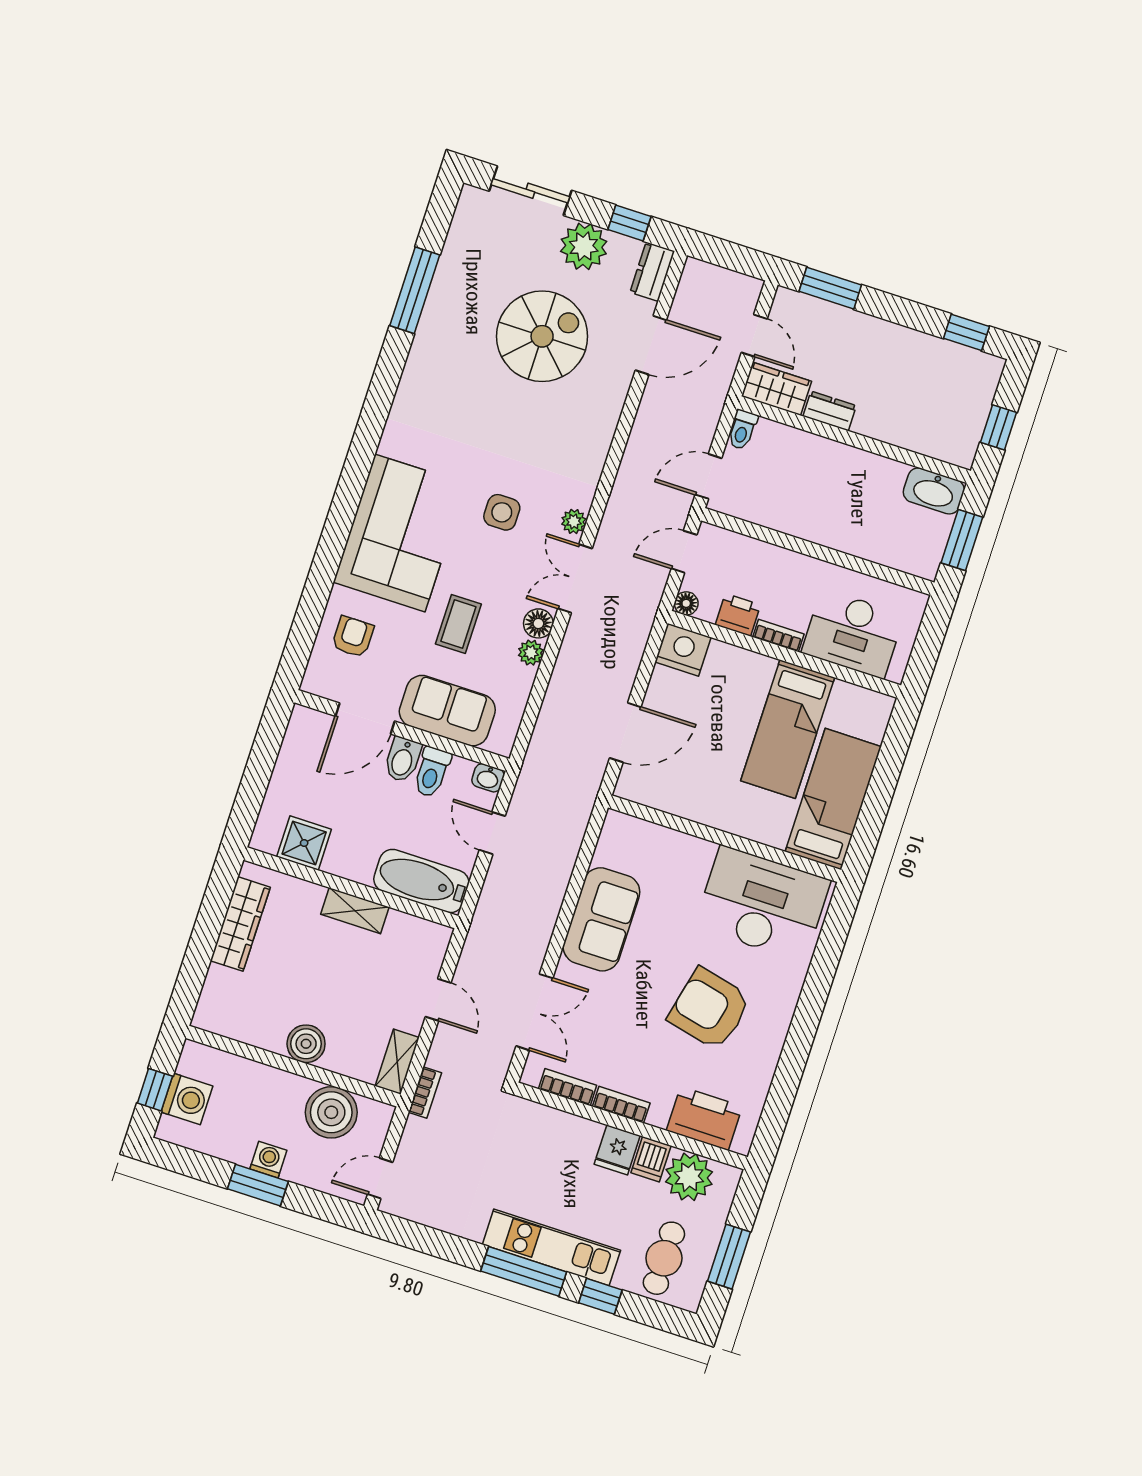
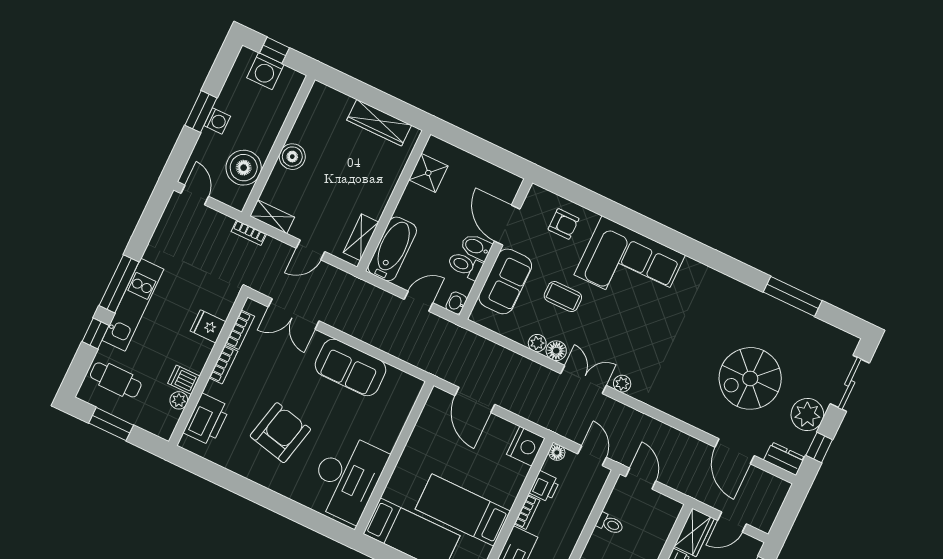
spiral stairs: (542, 336) -> (750, 378), turned 90
toilet: (742, 430) -> (610, 524), moved, turned 180
side table: (502, 512) -> (635, 336), removed
shelving: (355, 911) -> (361, 237), moved
fridge: (617, 1150) -> (208, 326), moved
plant: (689, 1177) -> (179, 400), width x0.53, depth x0.53

